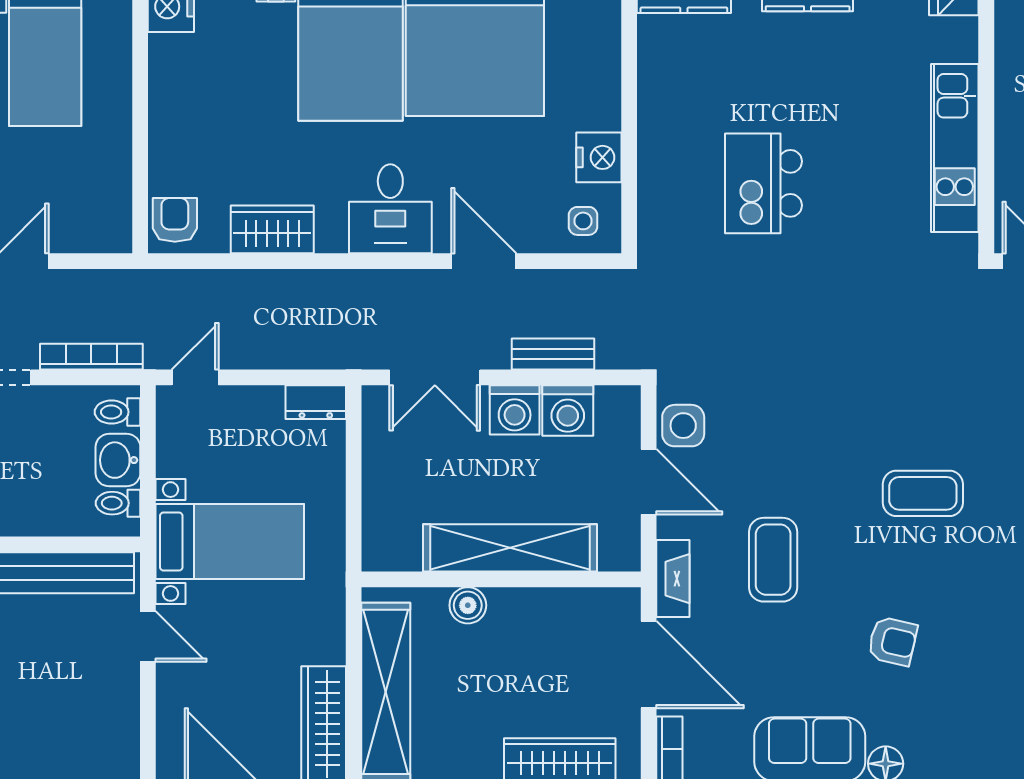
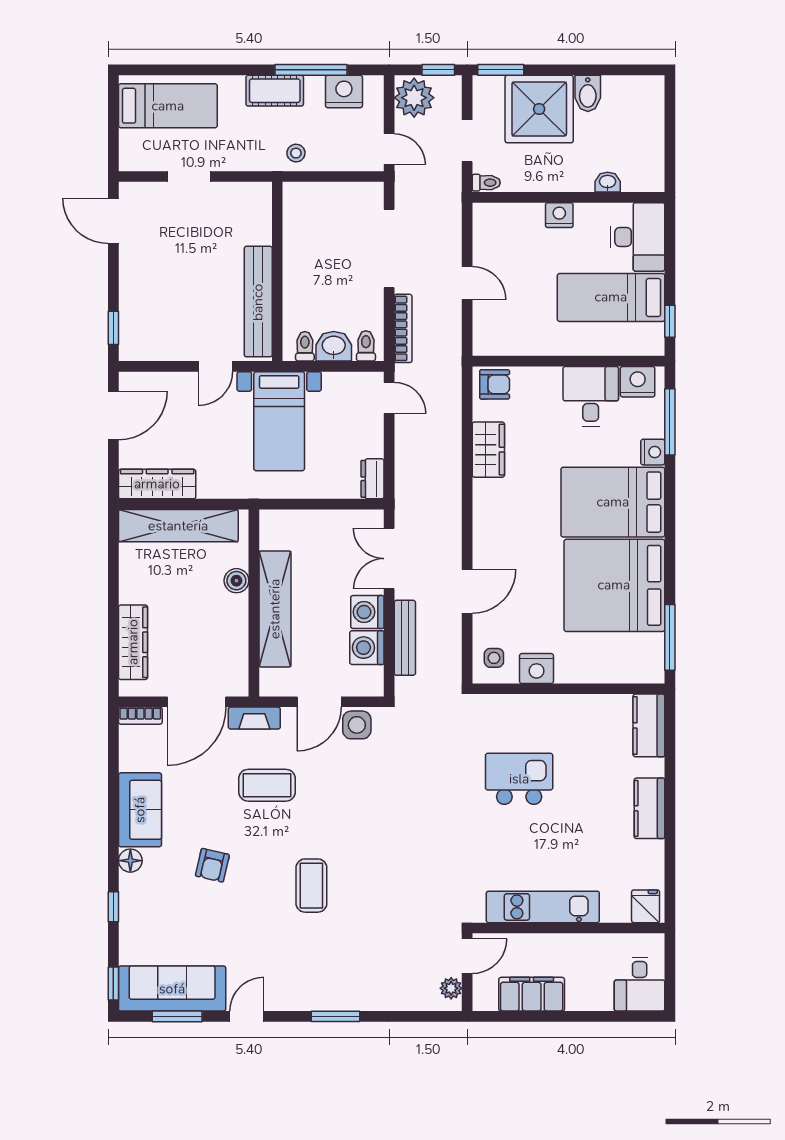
desk: (390, 209) -> (591, 396), moved, turned 90
bench: (553, 354) -> (405, 638), width x1.36

